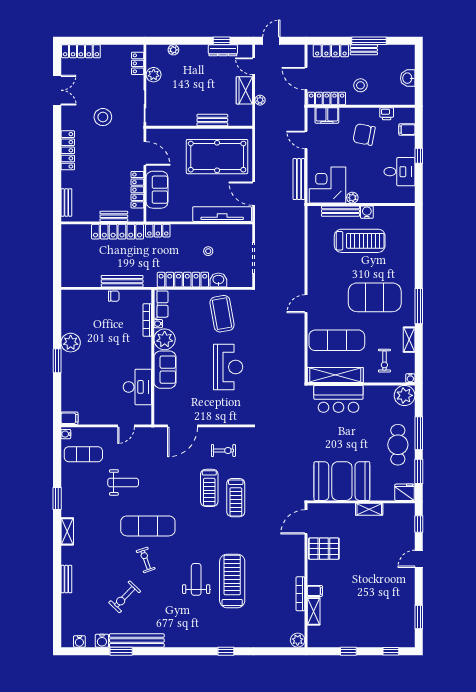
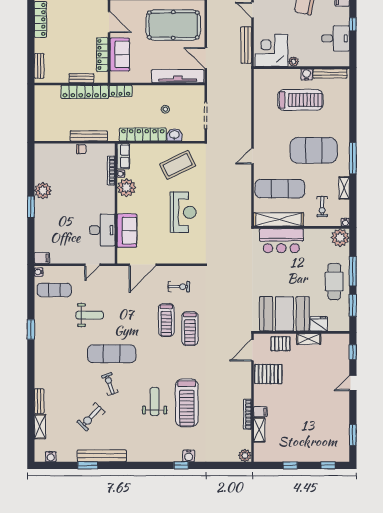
bench: (341, 211) -> (330, 74), moved
coffee table: (222, 314) -> (178, 165), turned 74
sofa: (165, 370) -> (127, 231), moved
fridge: (405, 492) -> (319, 324), moved
pallet: (338, 515) -> (281, 344), added
shelving: (67, 531) -> (40, 427), moved
treadmill: (232, 581) -> (187, 403), turned 180
water cooler: (102, 641) -> (189, 456), moved

